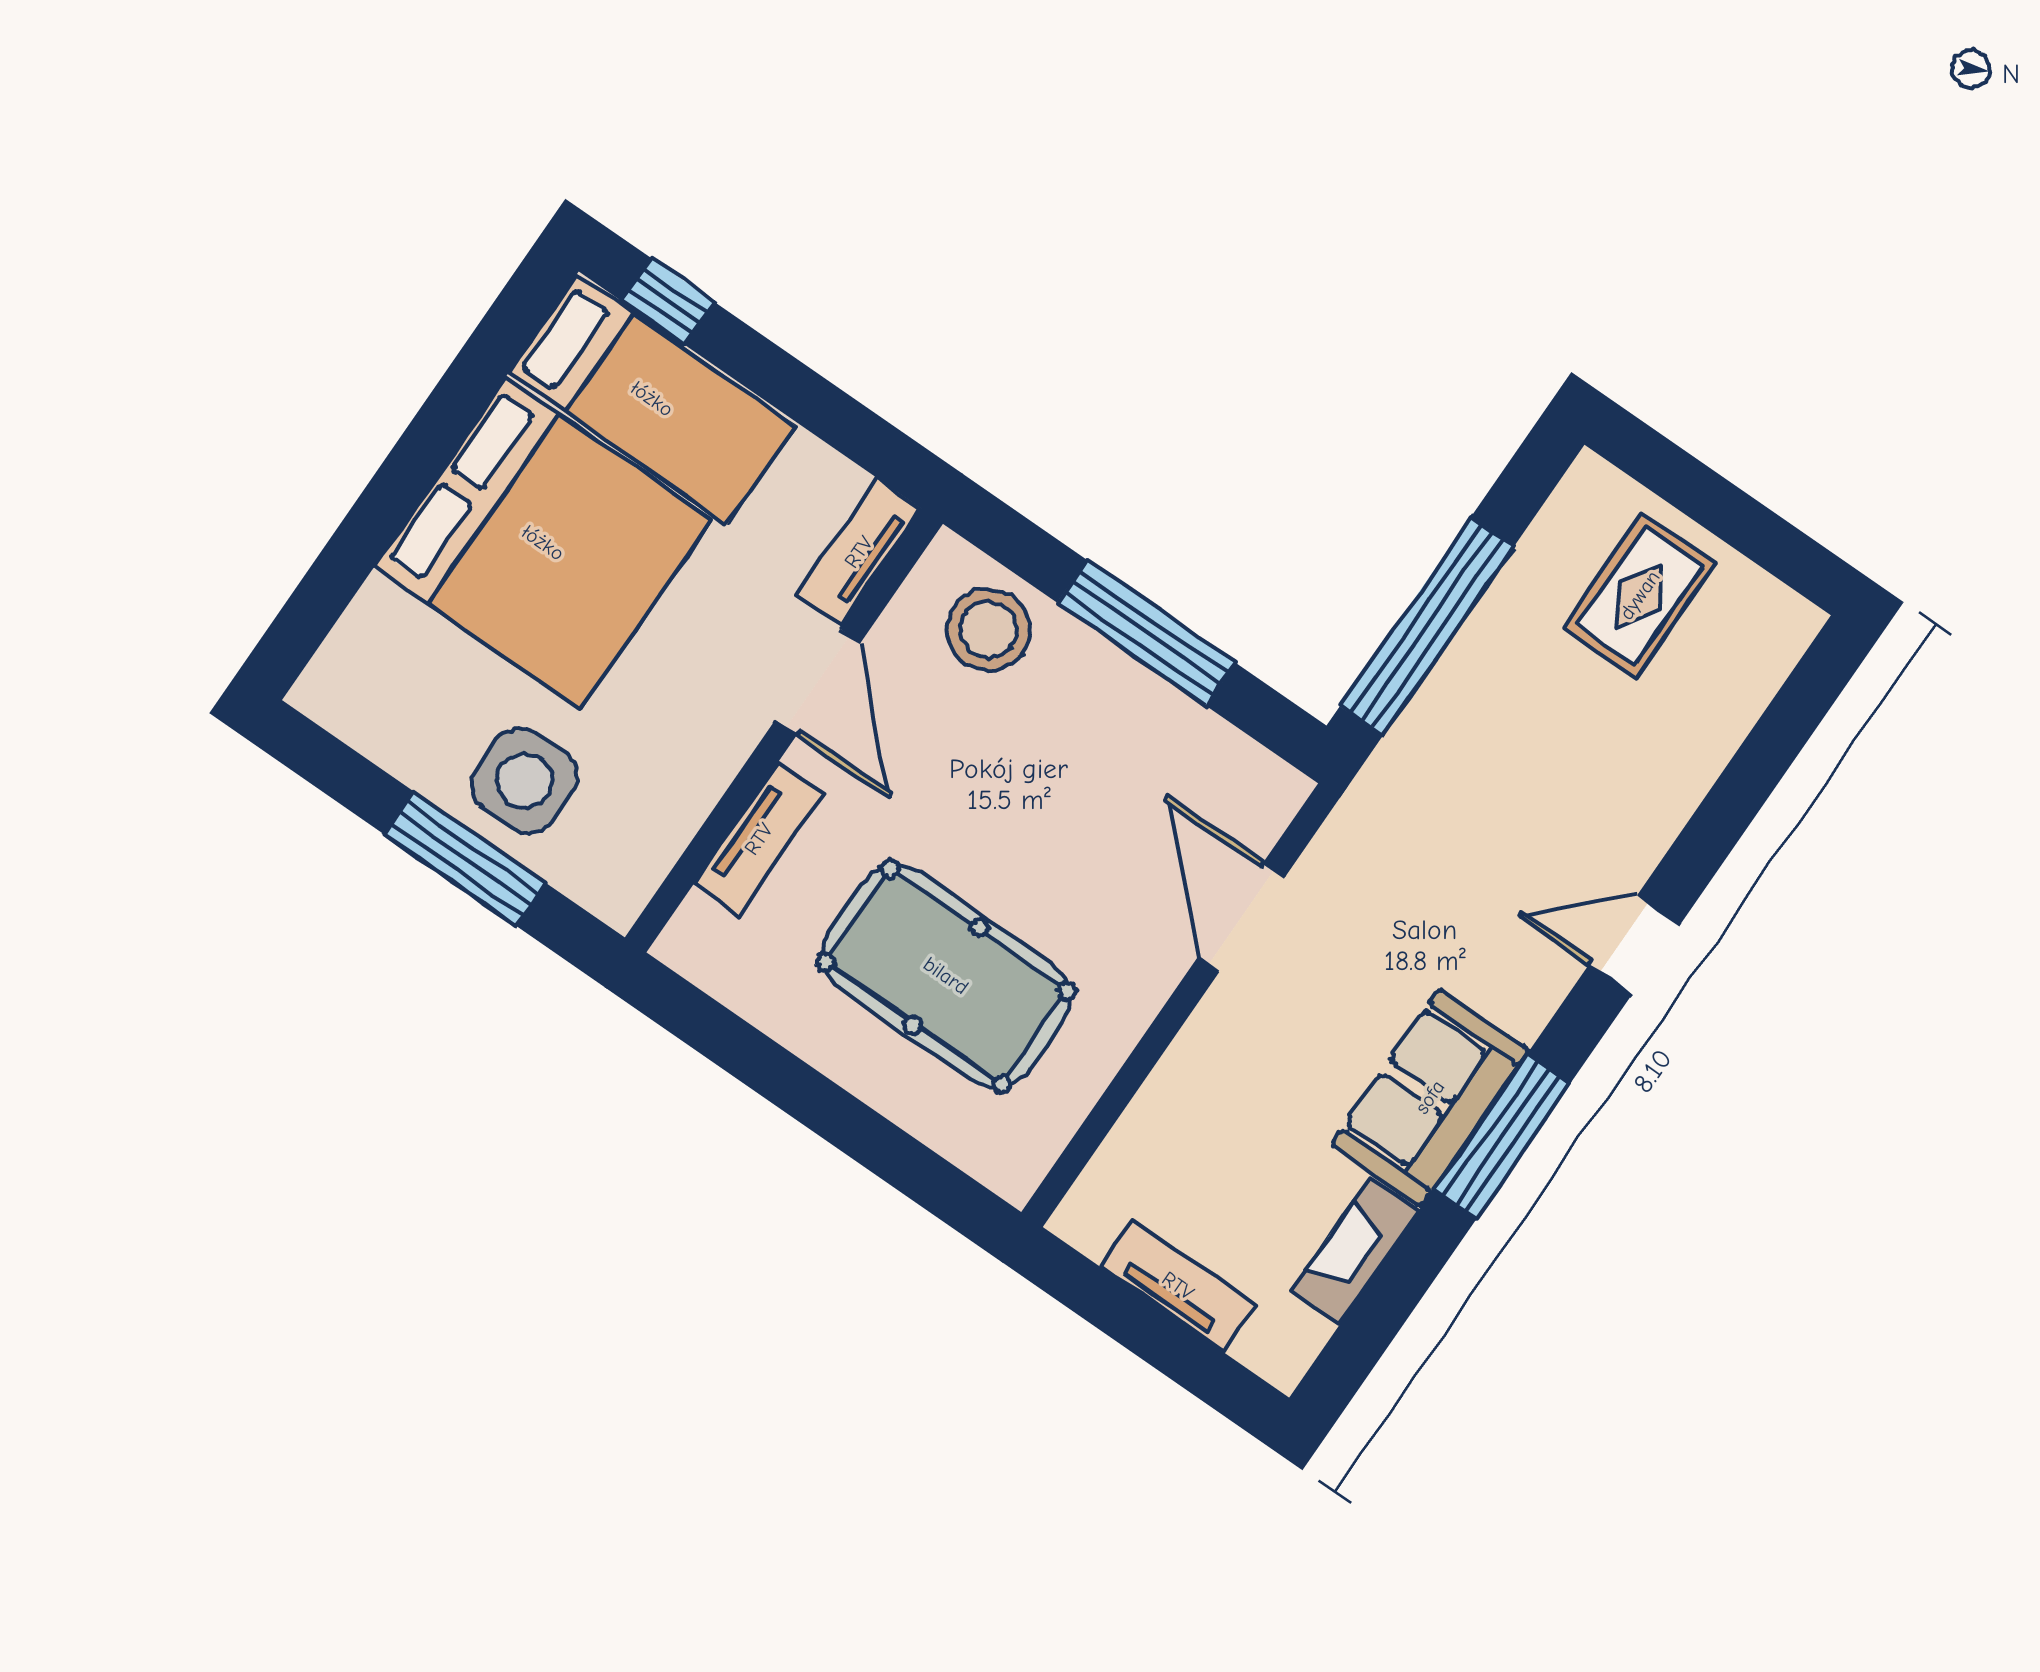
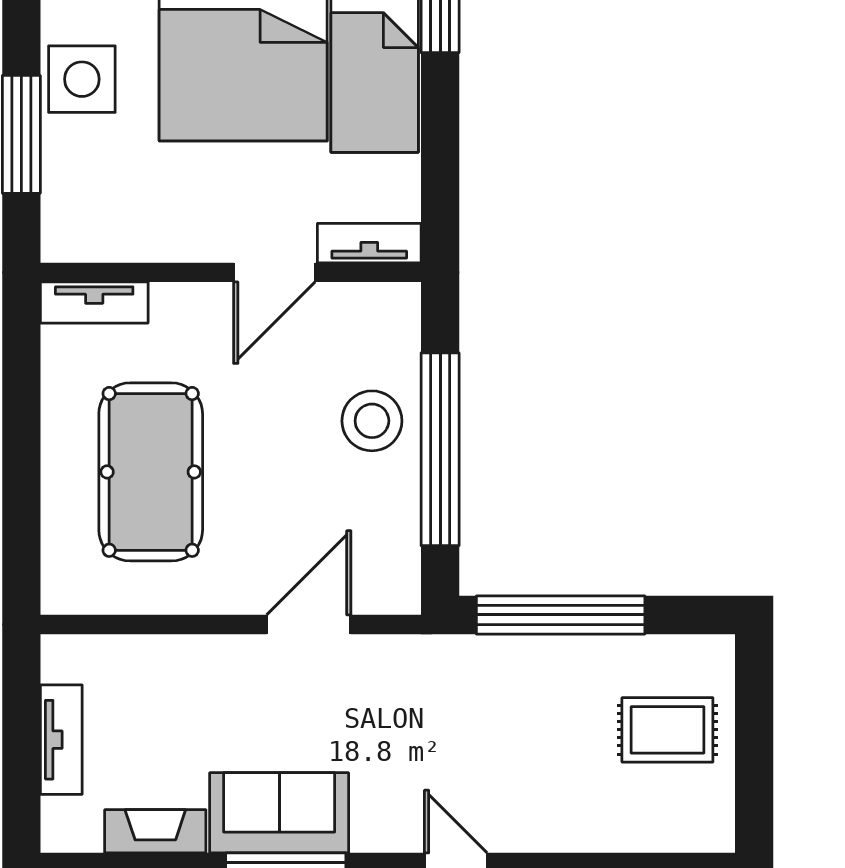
stool: (989, 630) -> (372, 421), moved
window: (1146, 633) -> (440, 449), width x1.46
side table: (524, 781) -> (82, 79), moved
tv unit: (759, 839) -> (94, 302), moved

